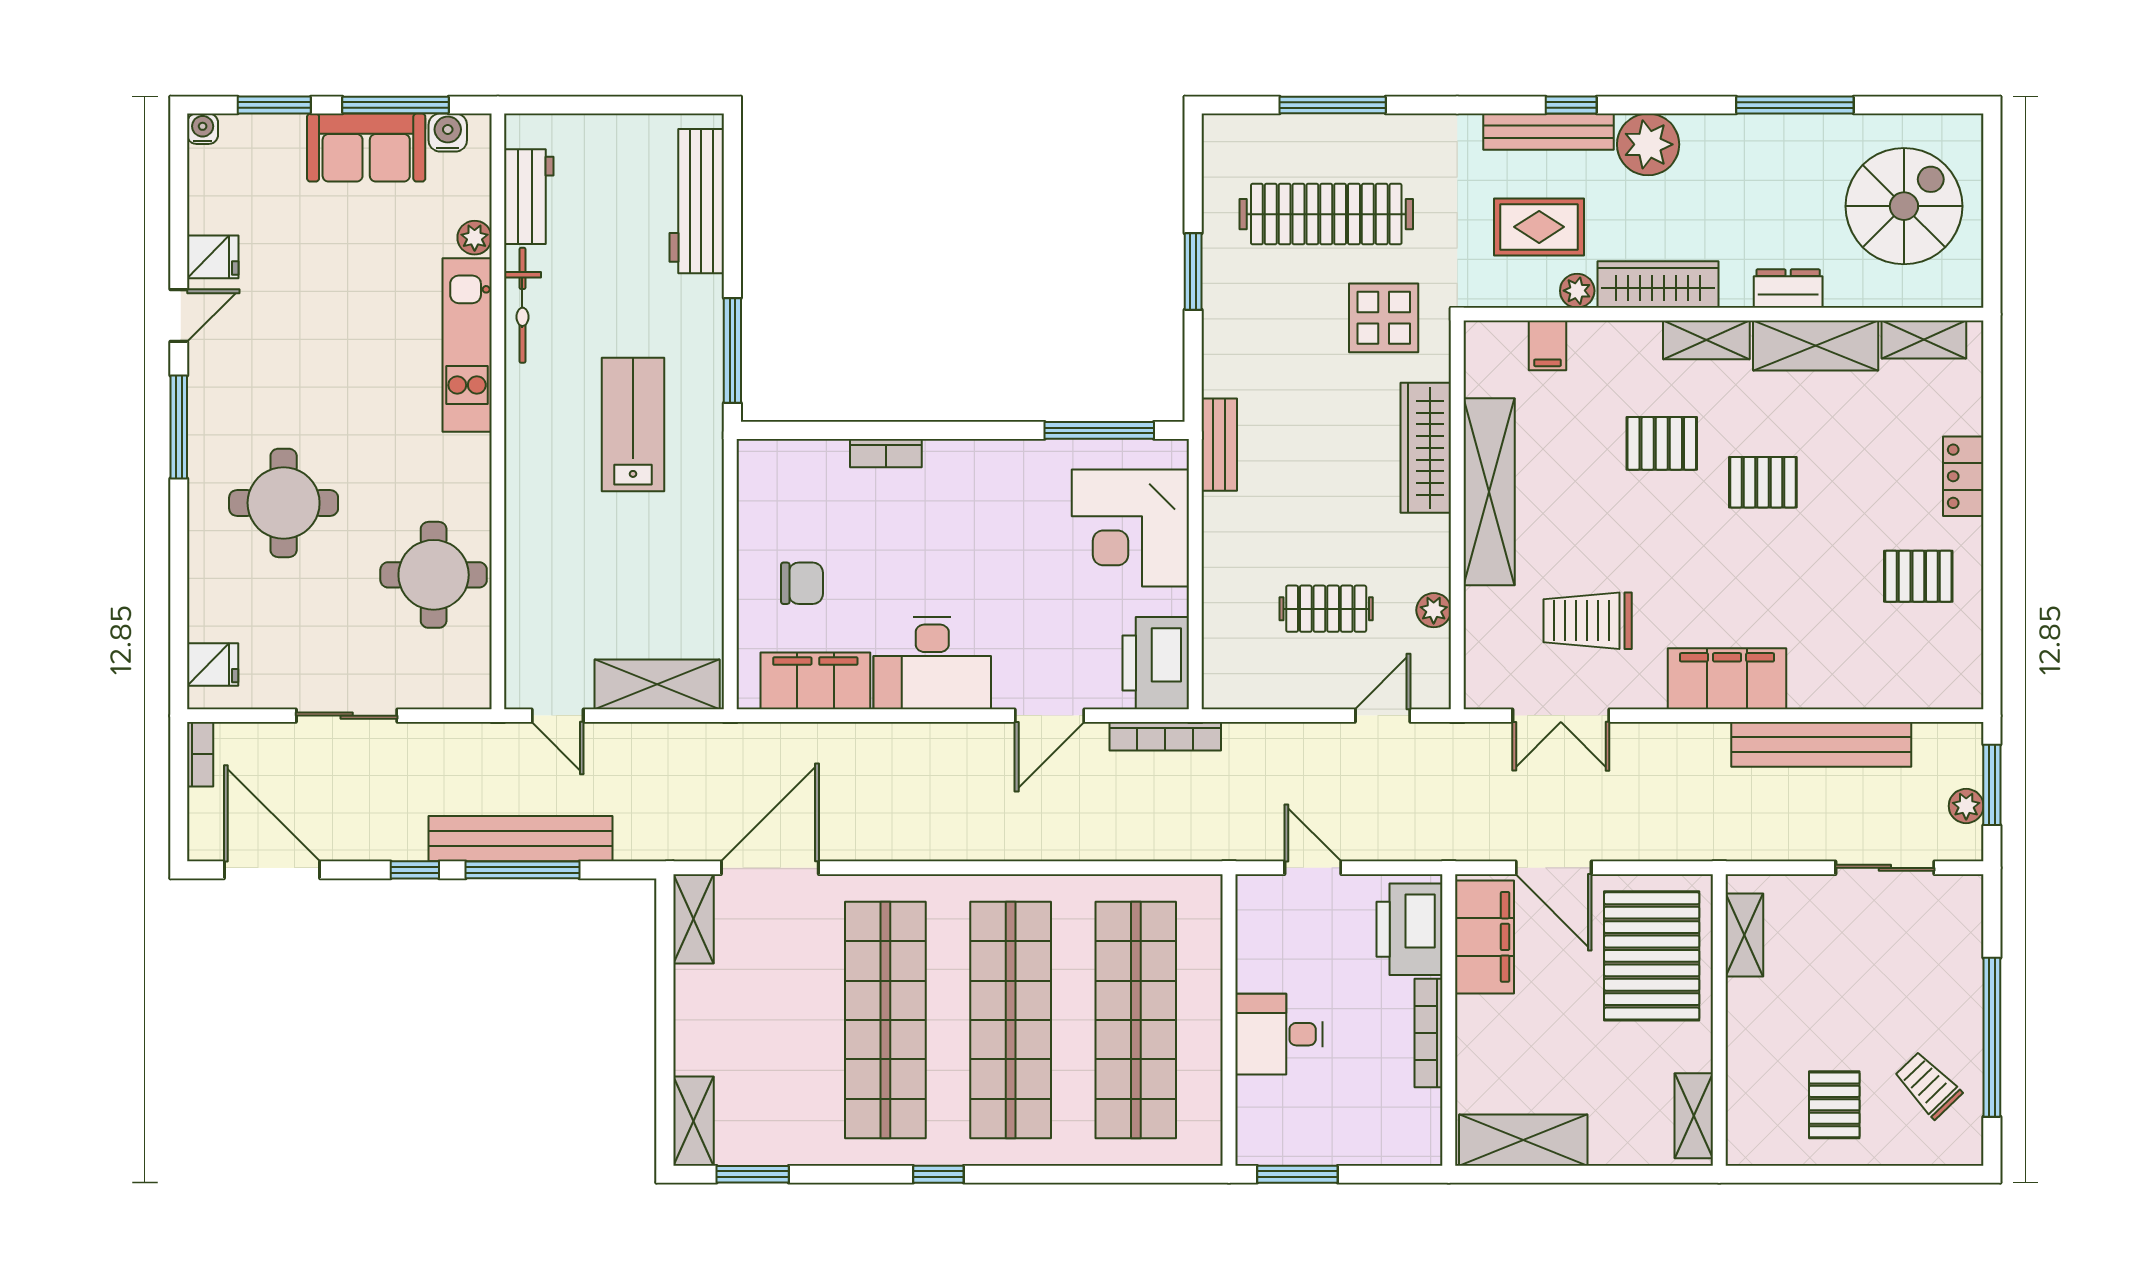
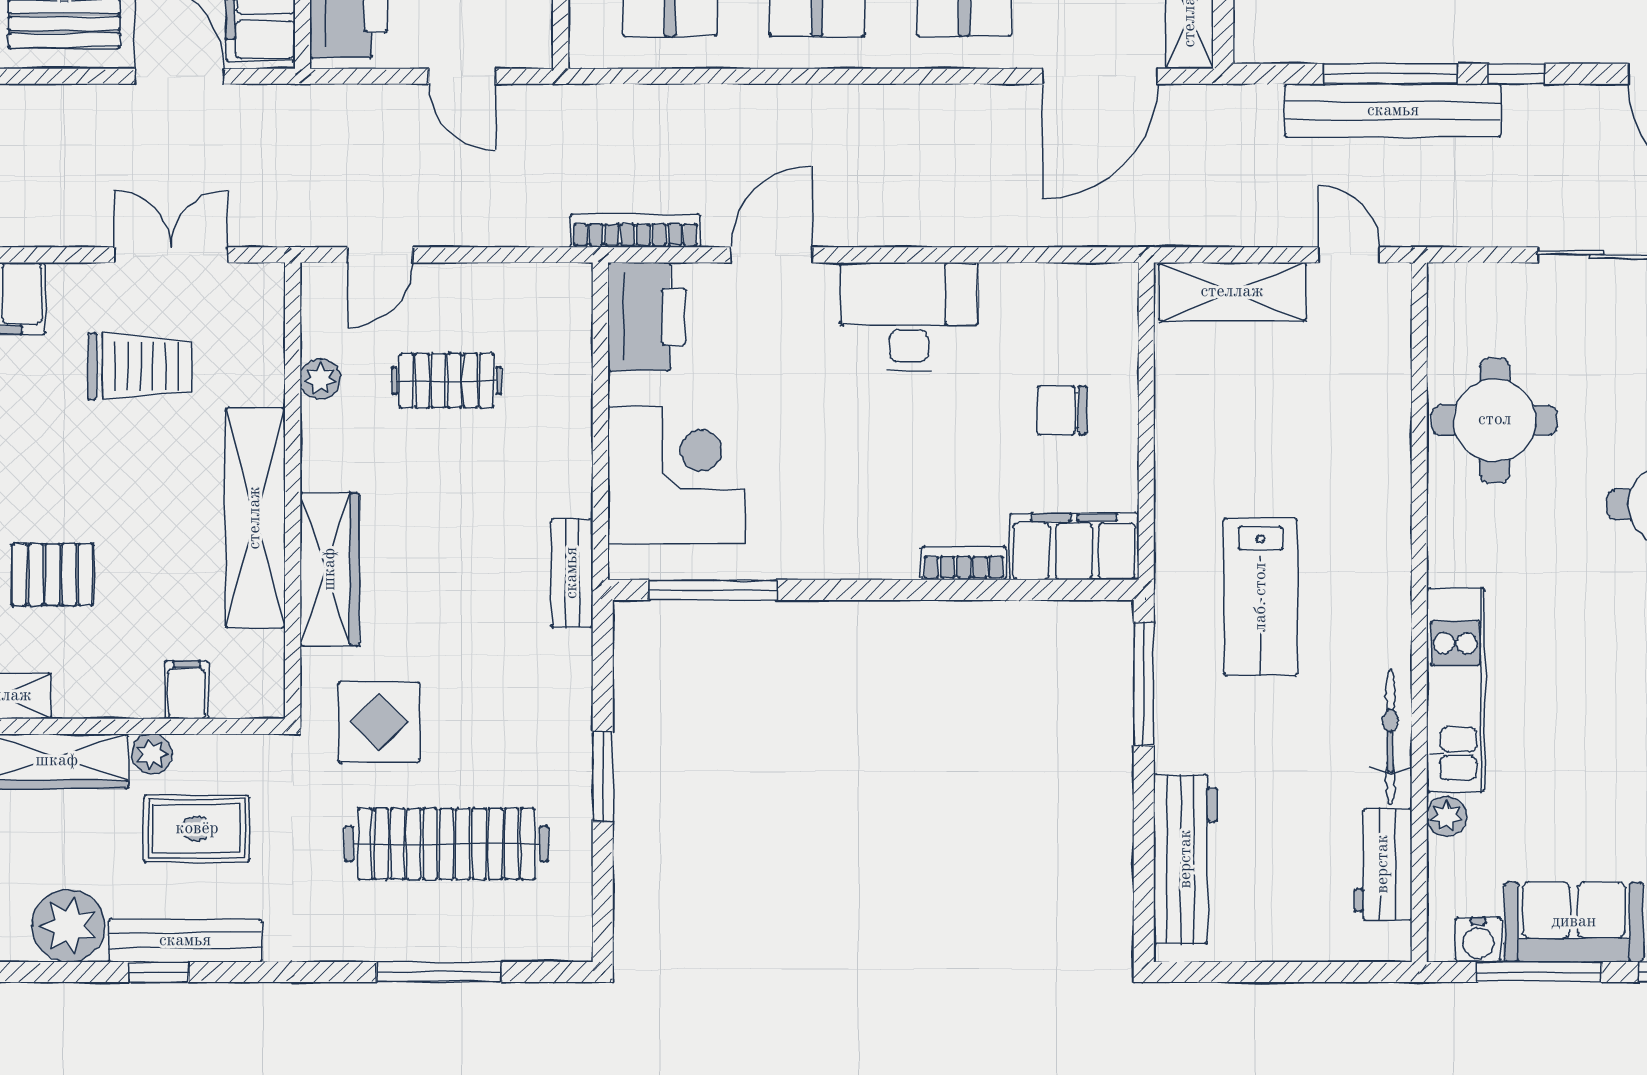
filing cabinet: (815, 681) -> (1074, 547), moved, turned 180

